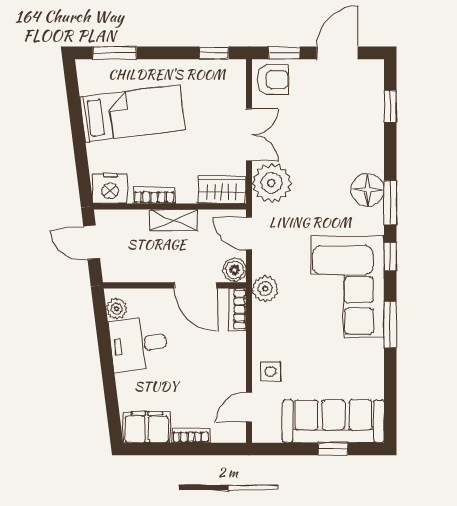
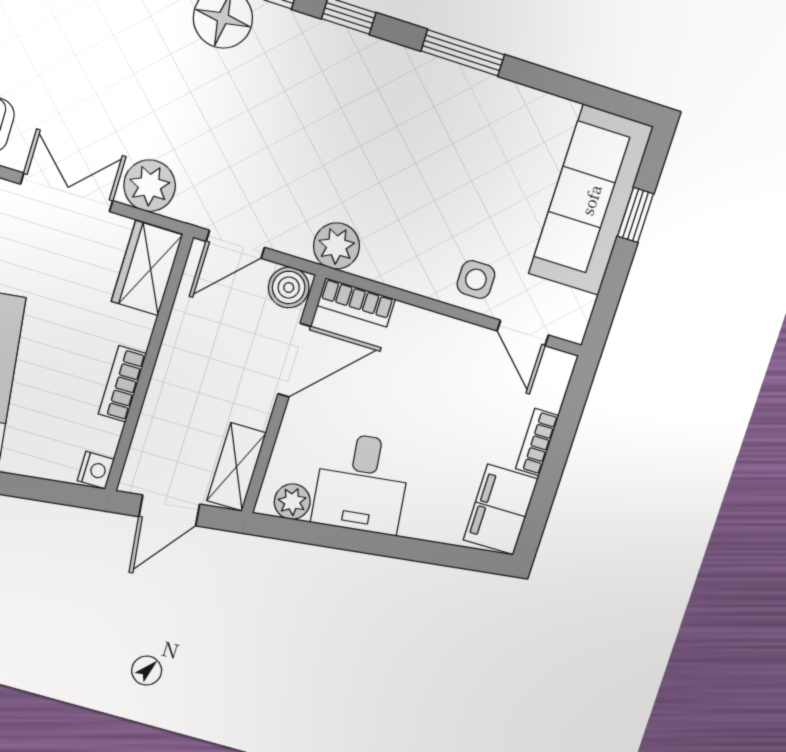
plant: (272, 183) -> (150, 186), width x0.73, depth x0.73
nightstand: (110, 188) -> (96, 470), width x0.53, depth x0.56
shelving: (173, 220) -> (236, 467), moved
corner sofa: (348, 287) -> (376, 105), removed

